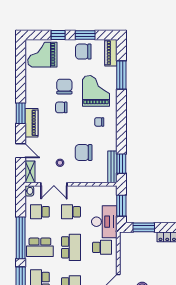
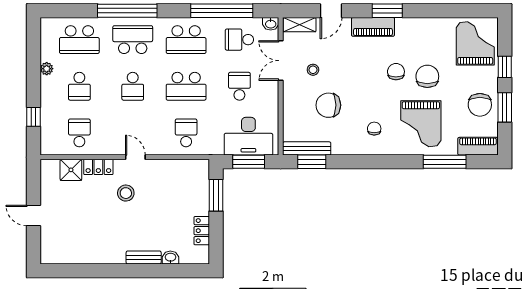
chair: (83, 52) -> (480, 105), turned 180
chair: (64, 87) -> (427, 76), turned -90
grand piano: (96, 91) -> (421, 124), turned 90
chair: (84, 152) -> (328, 105), turned -90
school desk: (40, 212) -> (239, 40), turned -90
desk: (104, 222) -> (248, 136), moved
window: (21, 238) -> (222, 11), moved
school desk: (40, 247) -> (186, 40), turned -90
school desk: (102, 247) -> (186, 133), turned 180

